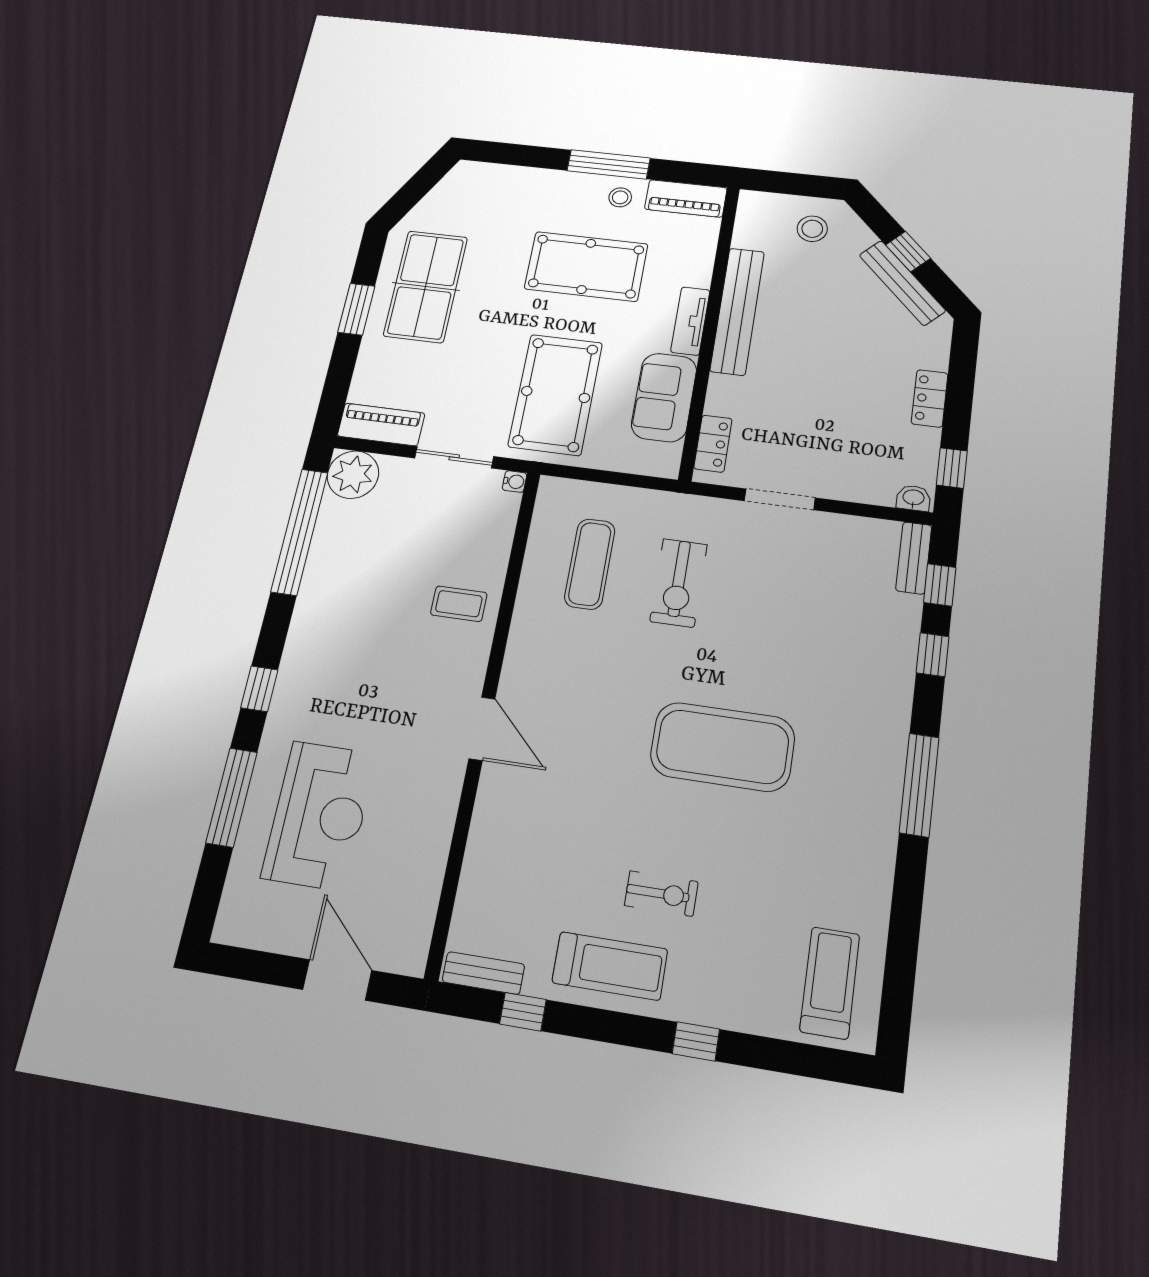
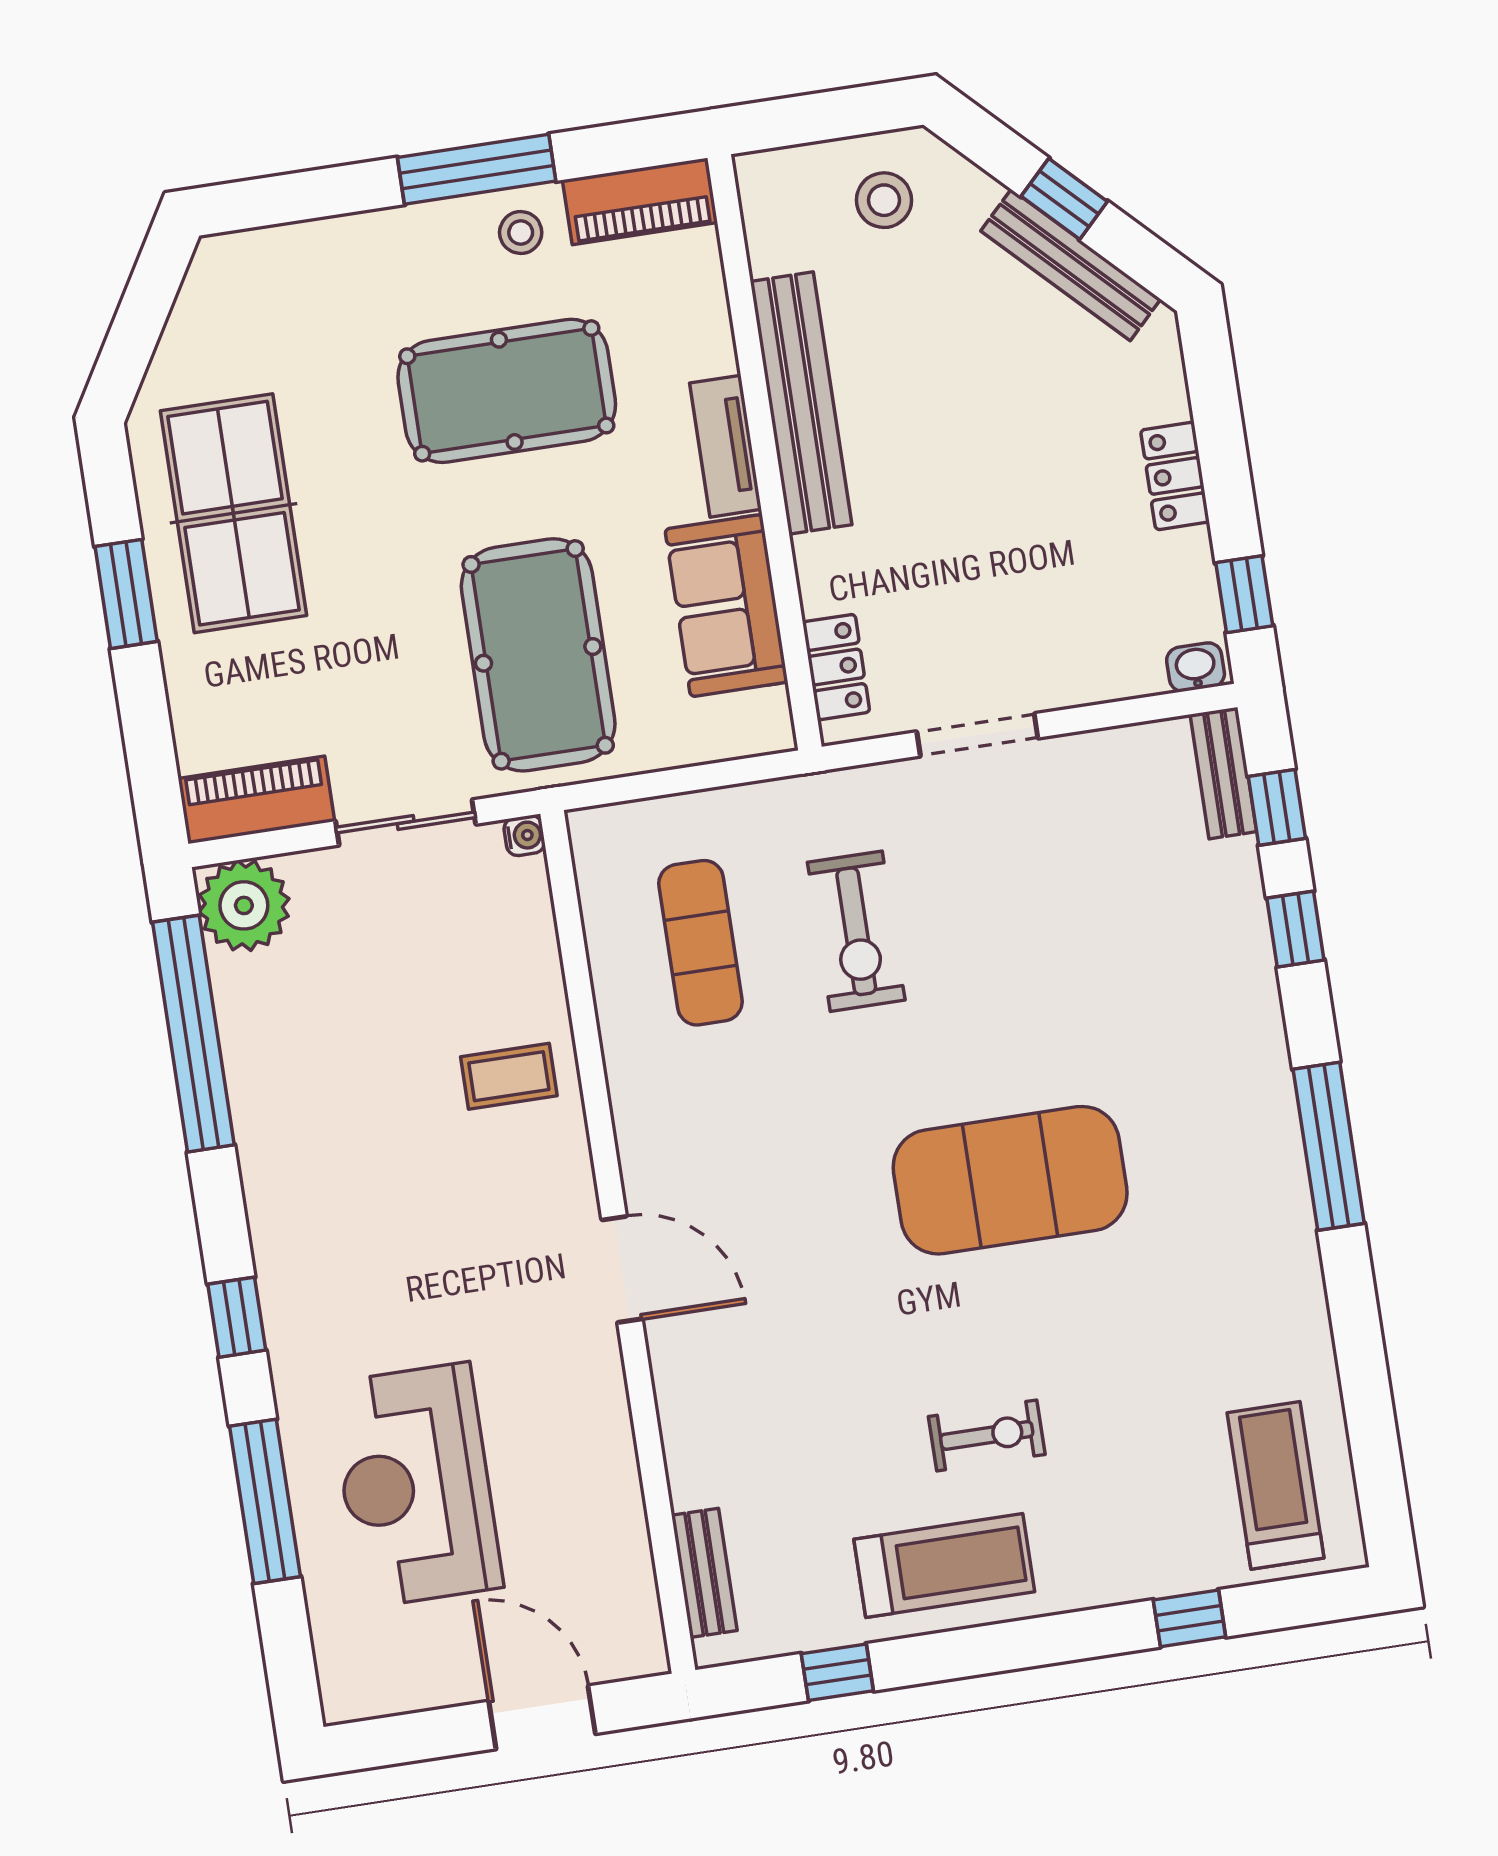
reception desk: (319, 815) -> (416, 1485), turned 180
bench: (483, 973) -> (704, 1573), moved, turned 90
window: (696, 1041) -> (1189, 1618), moved

